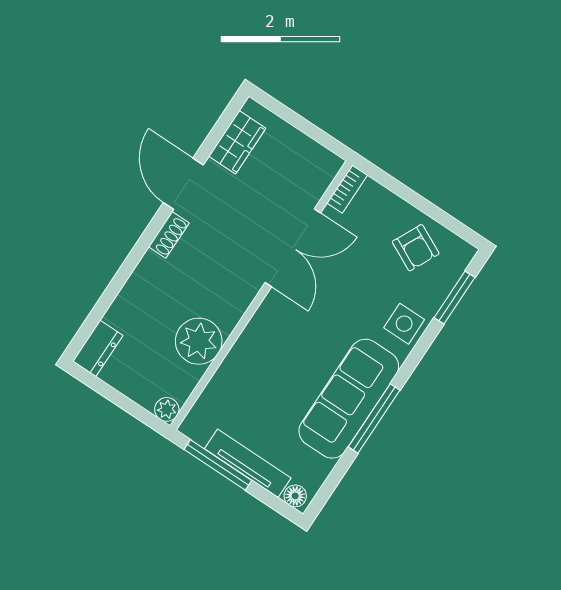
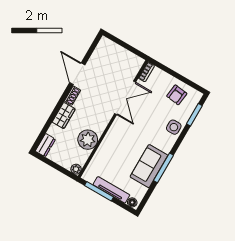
wardrobe: (237, 142) -> (64, 116), moved
armchair: (416, 248) -> (177, 95), turned 71
sofa: (349, 399) -> (149, 166), width x0.73

